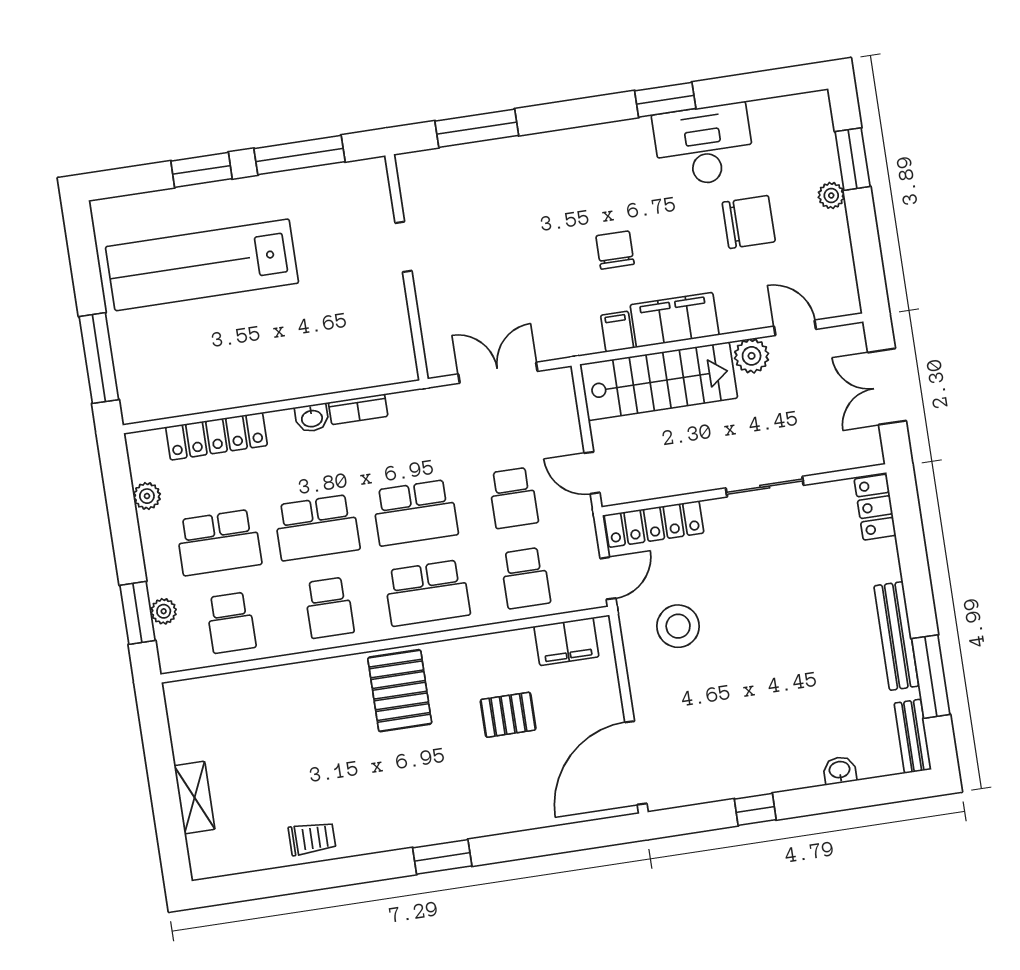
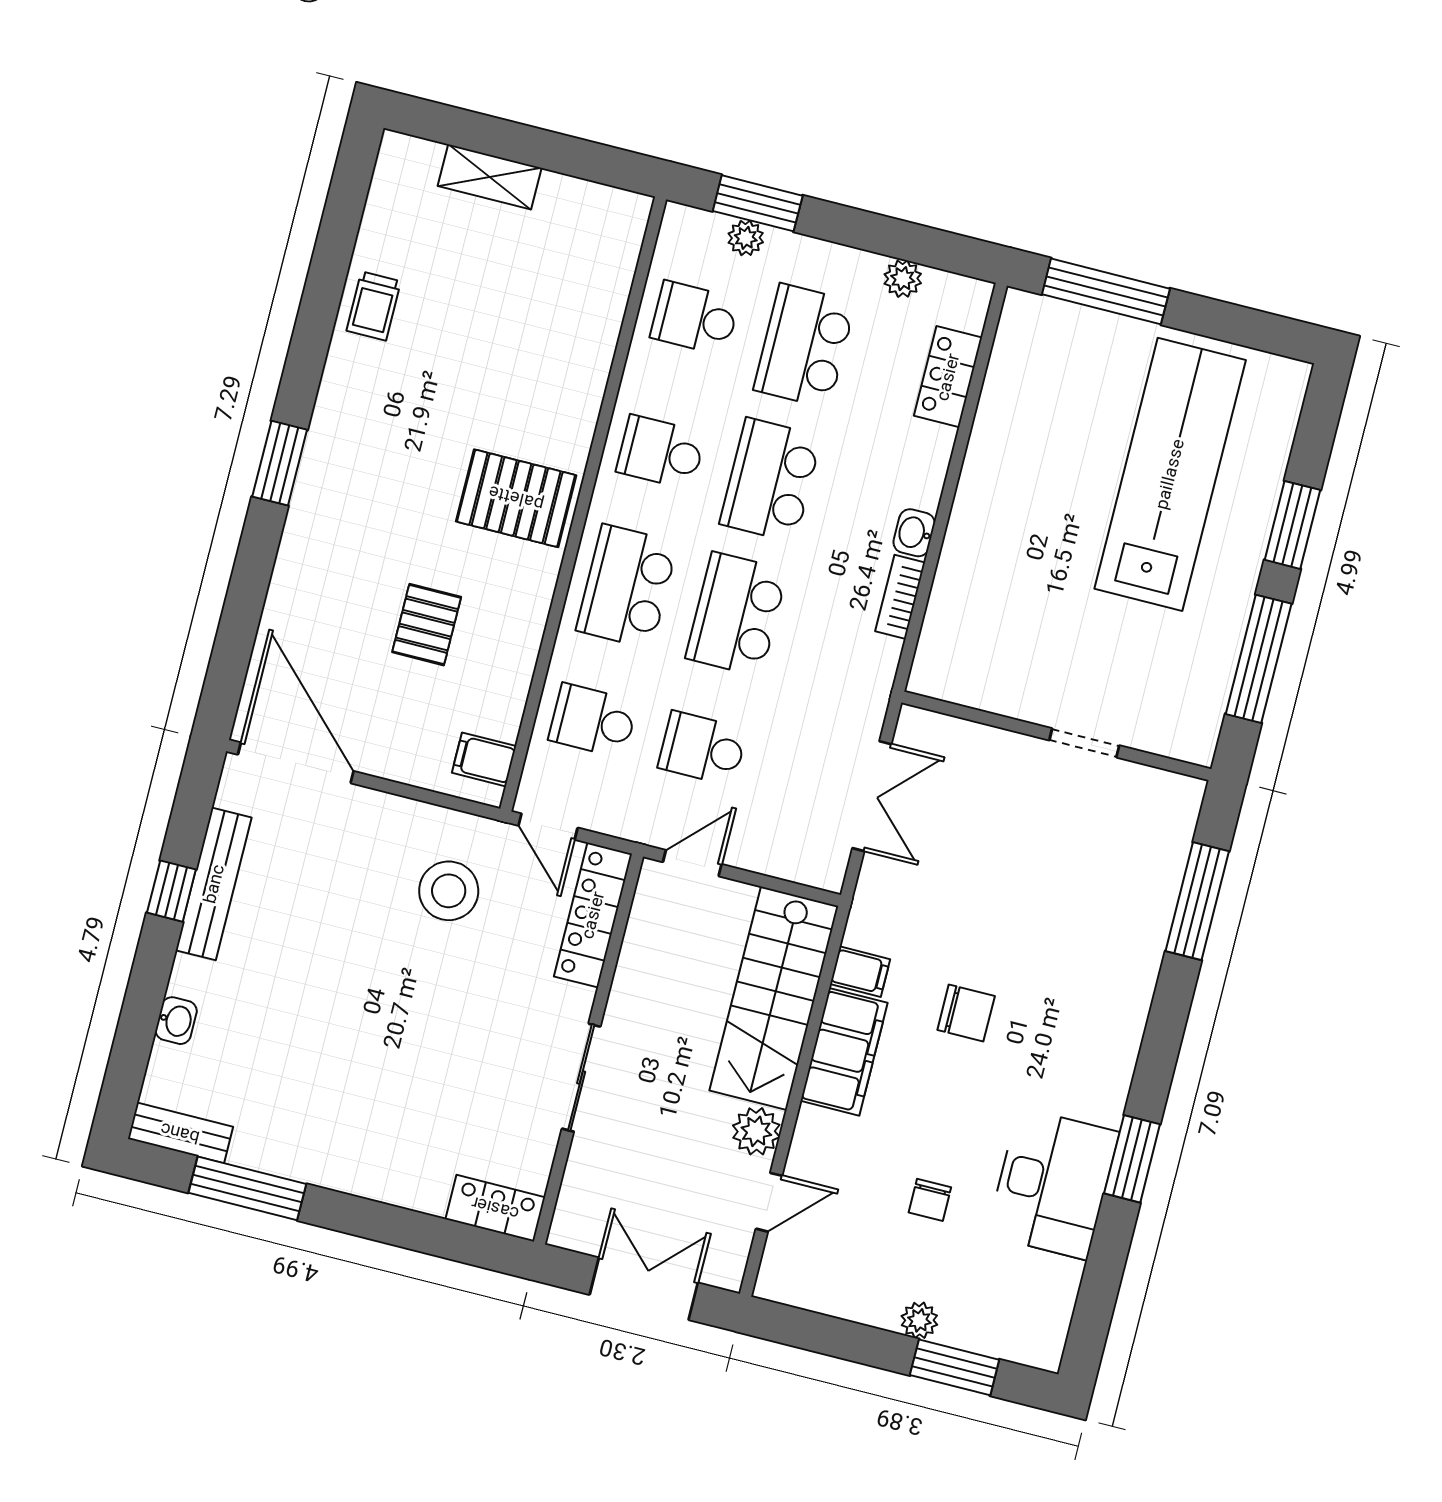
chair: (749, 222) -> (930, 1200), width x0.54, depth x0.54
locker: (216, 436) -> (948, 377), width x0.66
bench: (896, 636) -> (214, 884), moved, turned 90
filing cabinet: (566, 642) -> (484, 759), width x0.50

